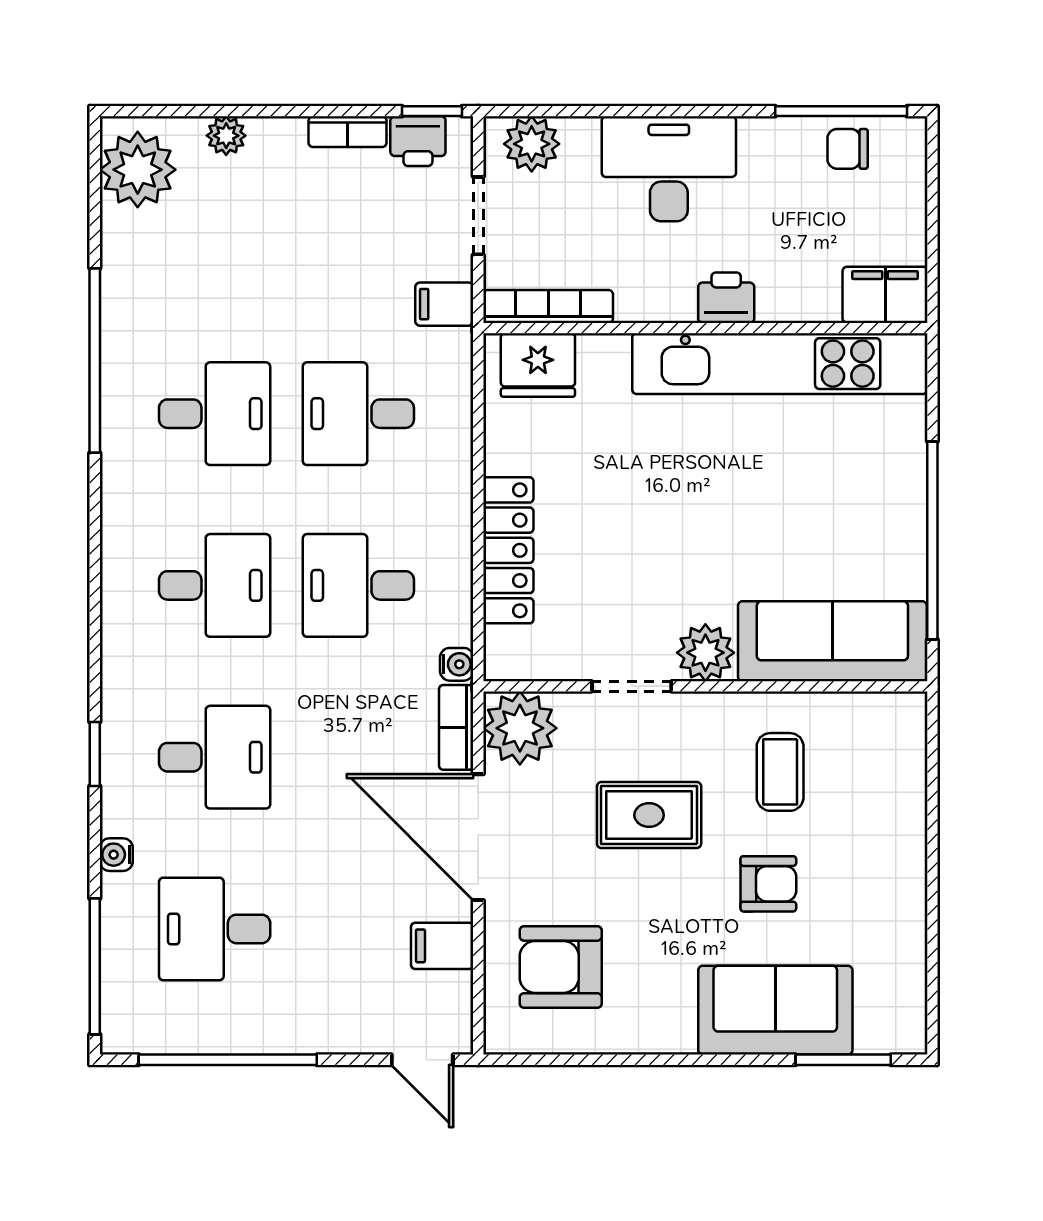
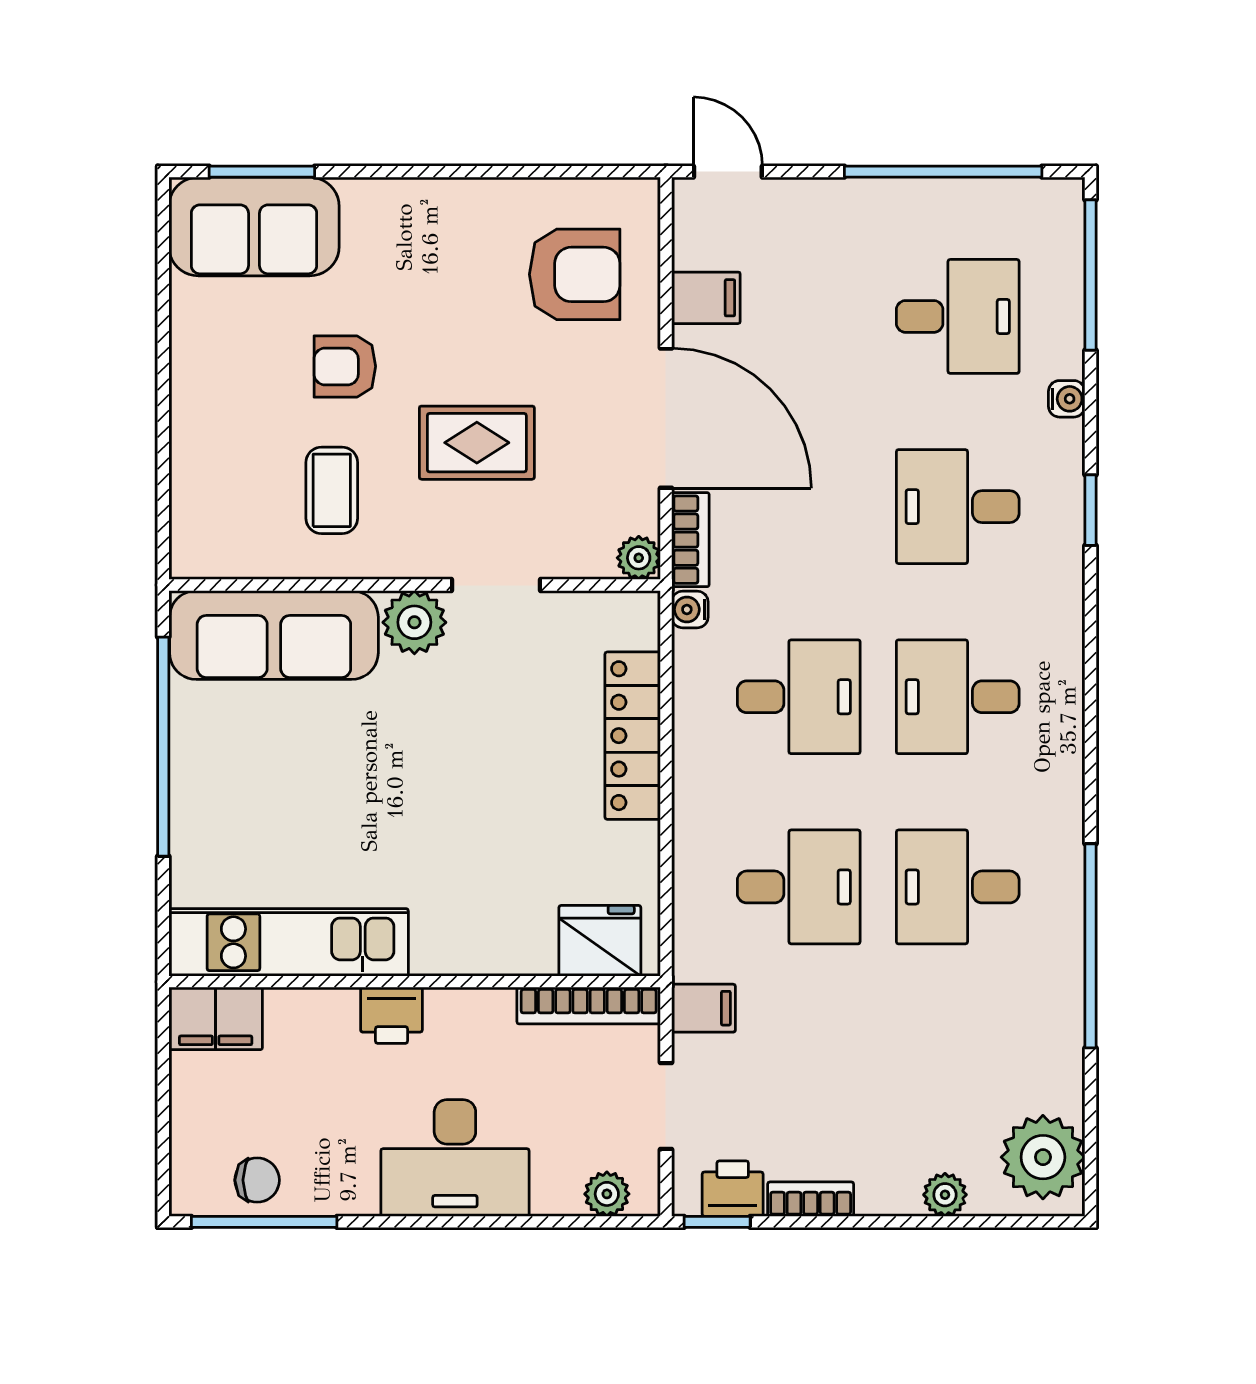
plant: (532, 144) -> (607, 1194), width x0.73, depth x0.73
kitchen unit: (780, 364) -> (289, 942), width x0.73
plant: (520, 728) -> (639, 558), width x0.53, depth x0.53
sofa: (775, 1010) -> (254, 227), moved

